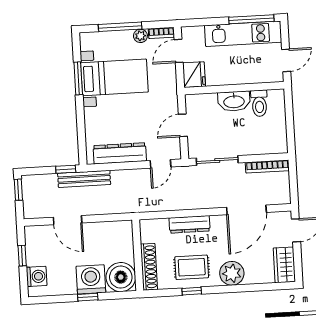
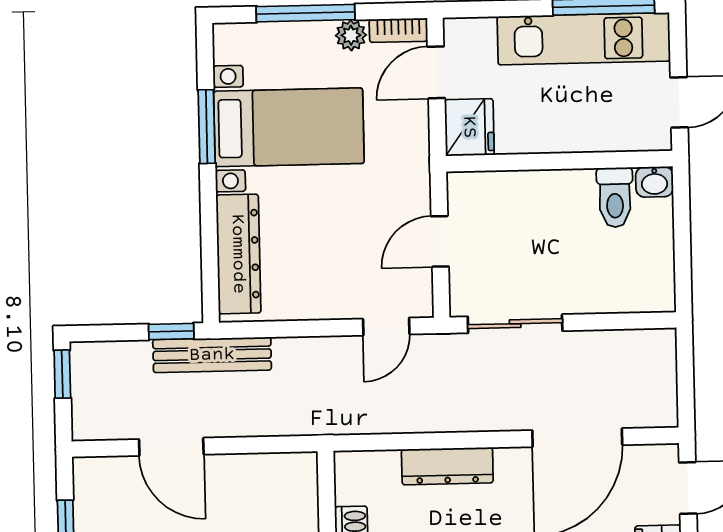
washbasin: (234, 101) -> (654, 182), moved, width x0.52, depth x0.69
dresser: (120, 153) -> (238, 254), moved, turned 90
bookcase: (267, 167) -> (628, 341), removed

